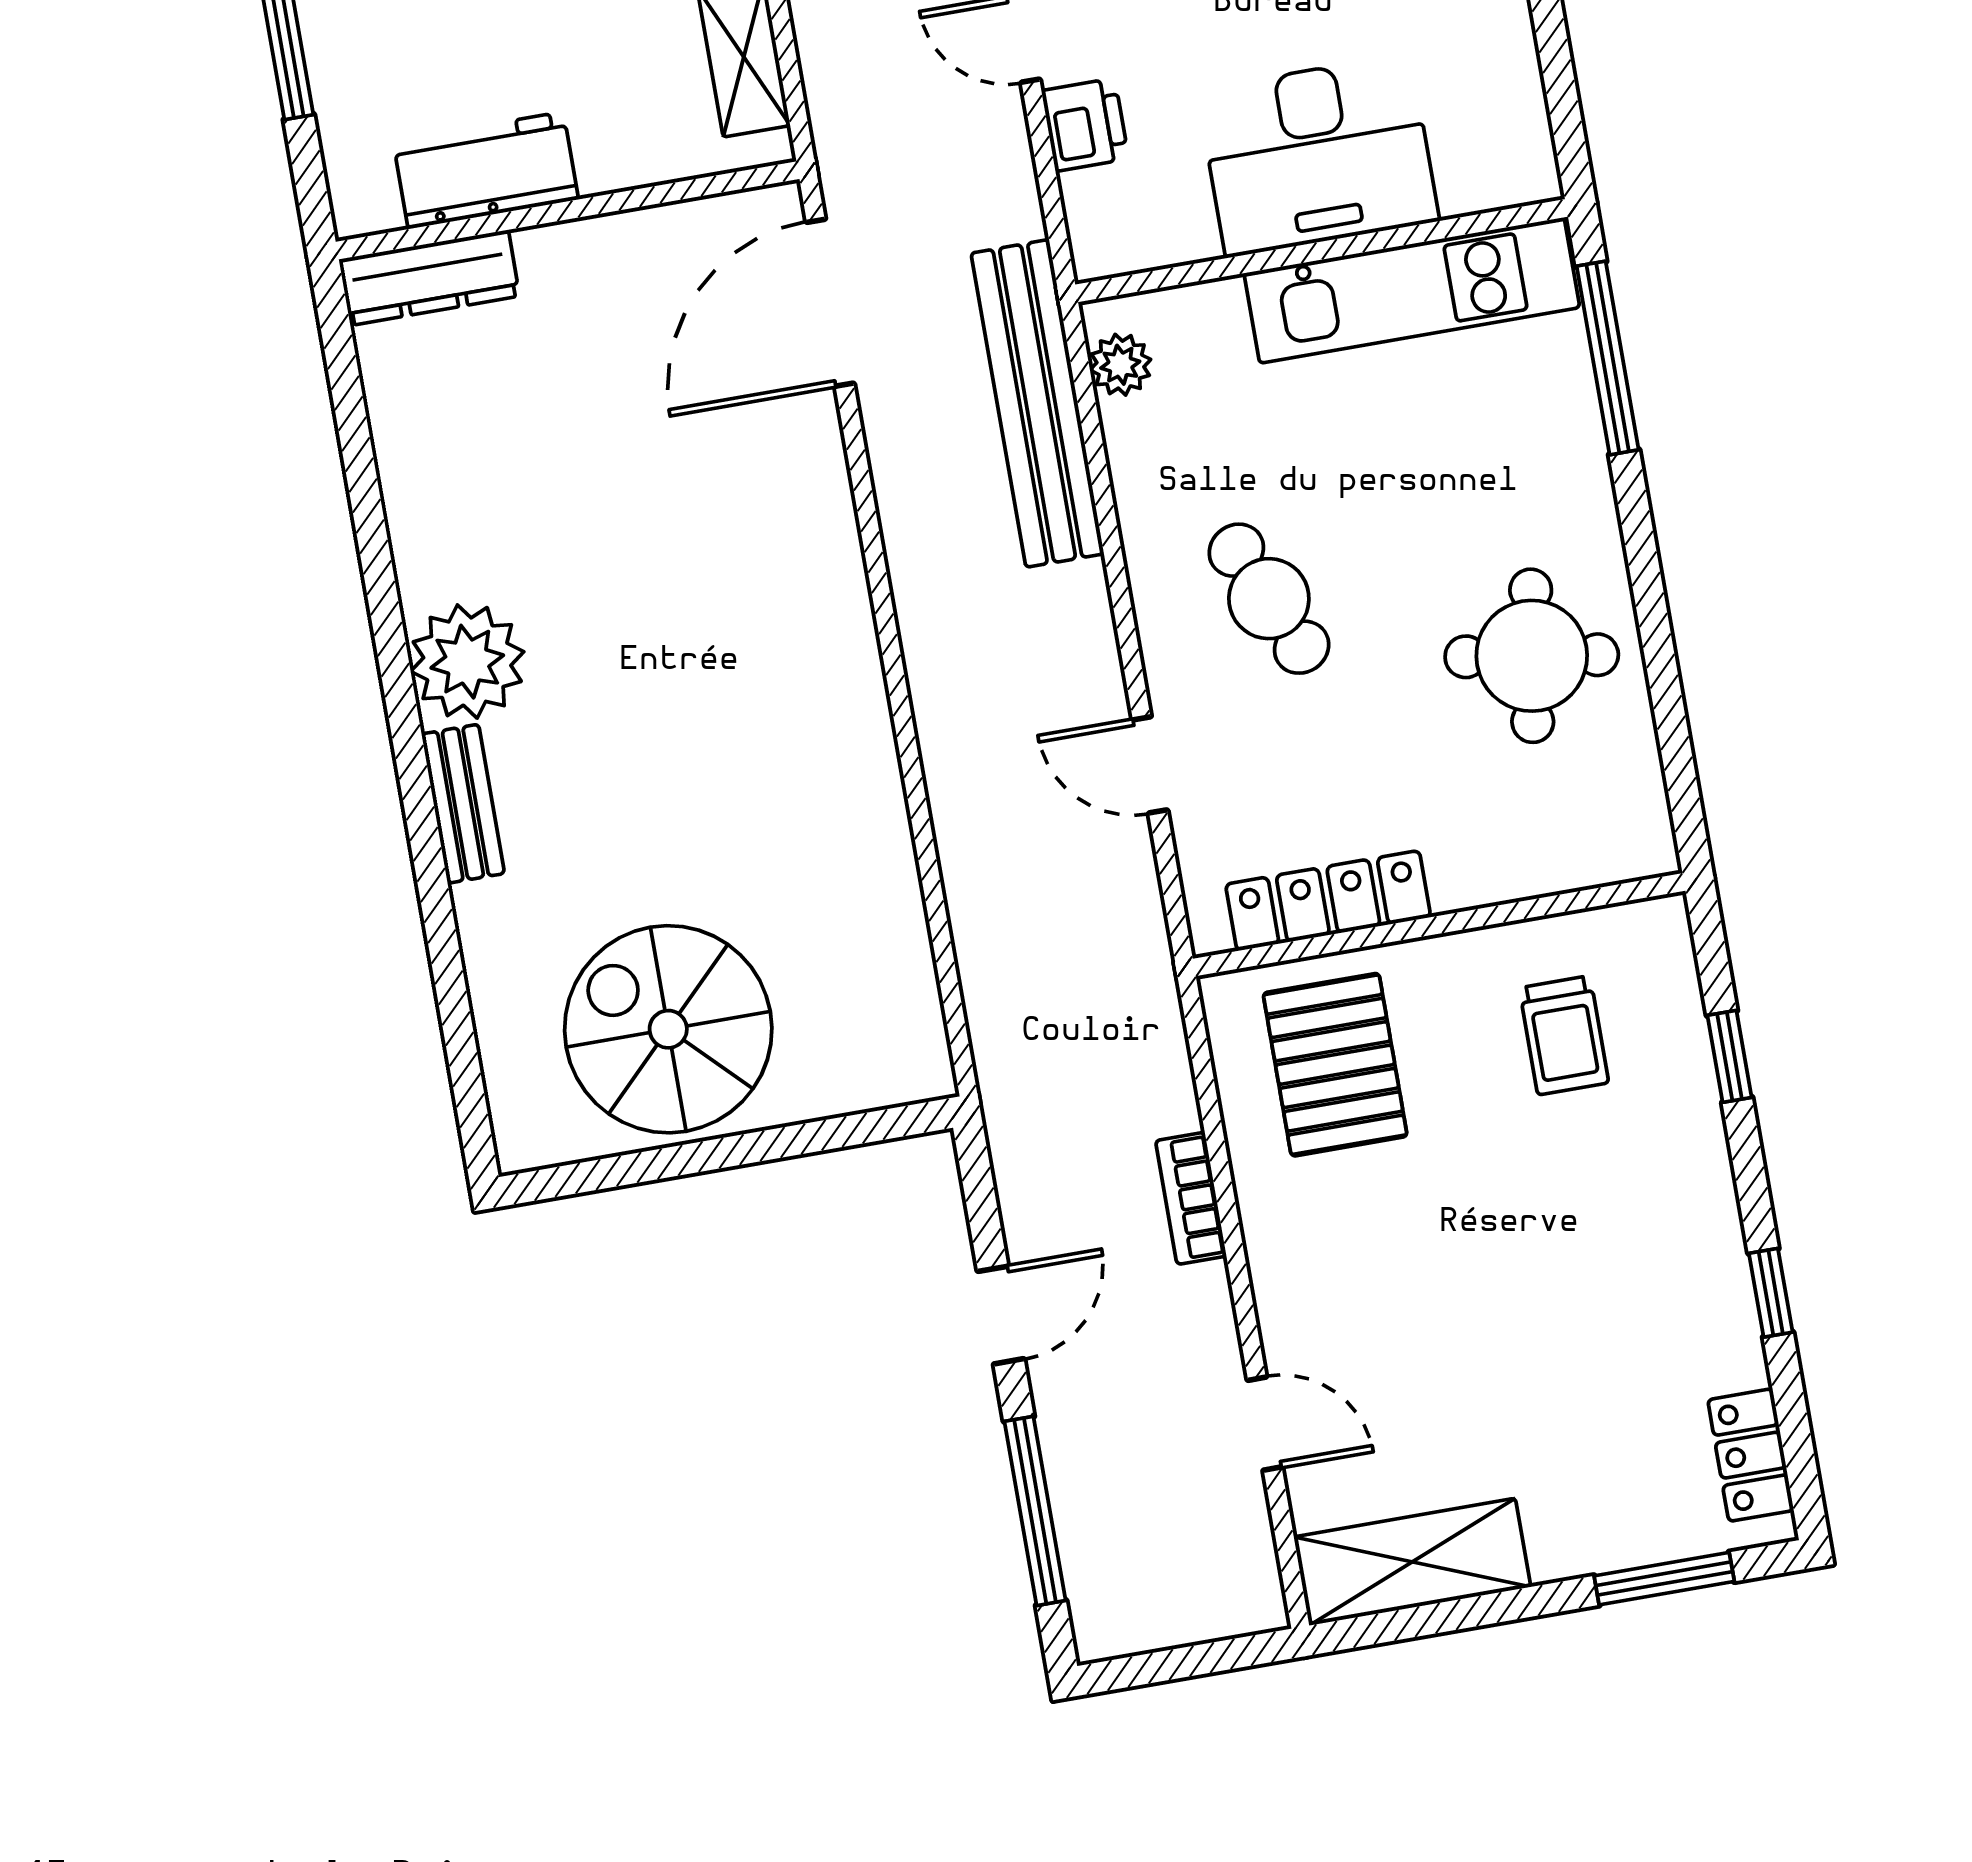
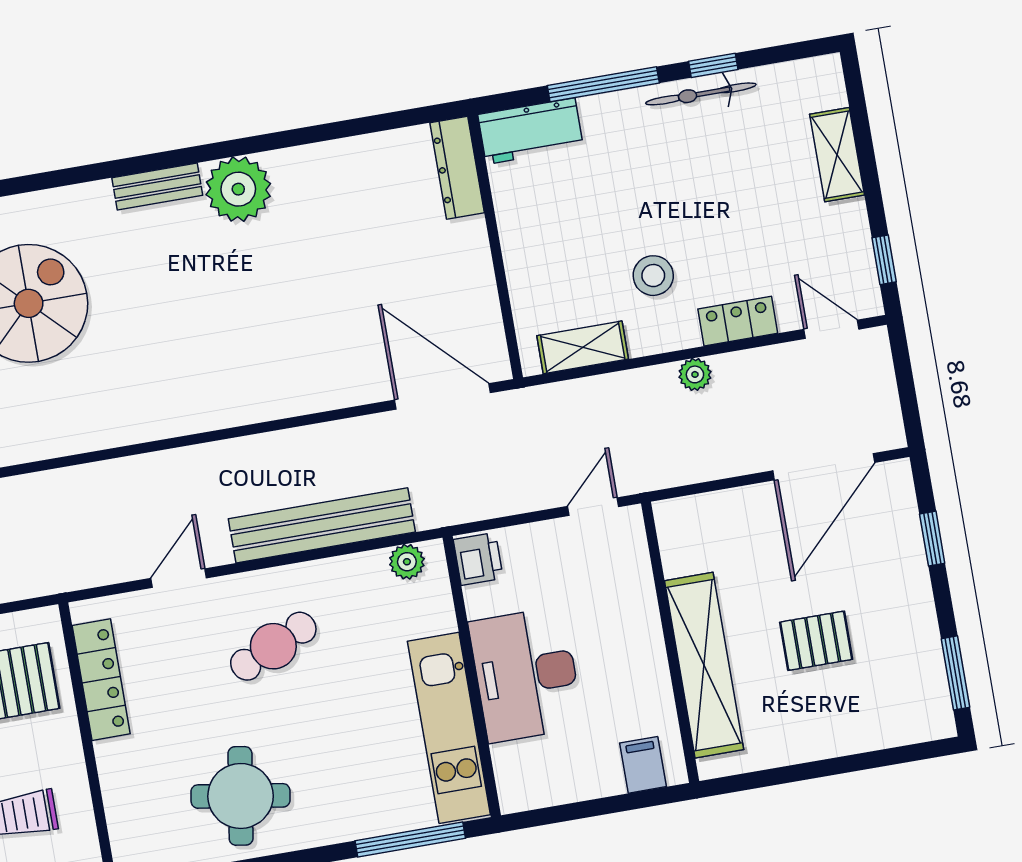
printer: (1085, 125) -> (478, 559), moved, turned -90
workbench: (486, 170) -> (531, 131), moved, turned 90
bench: (1037, 403) -> (322, 525), moved

